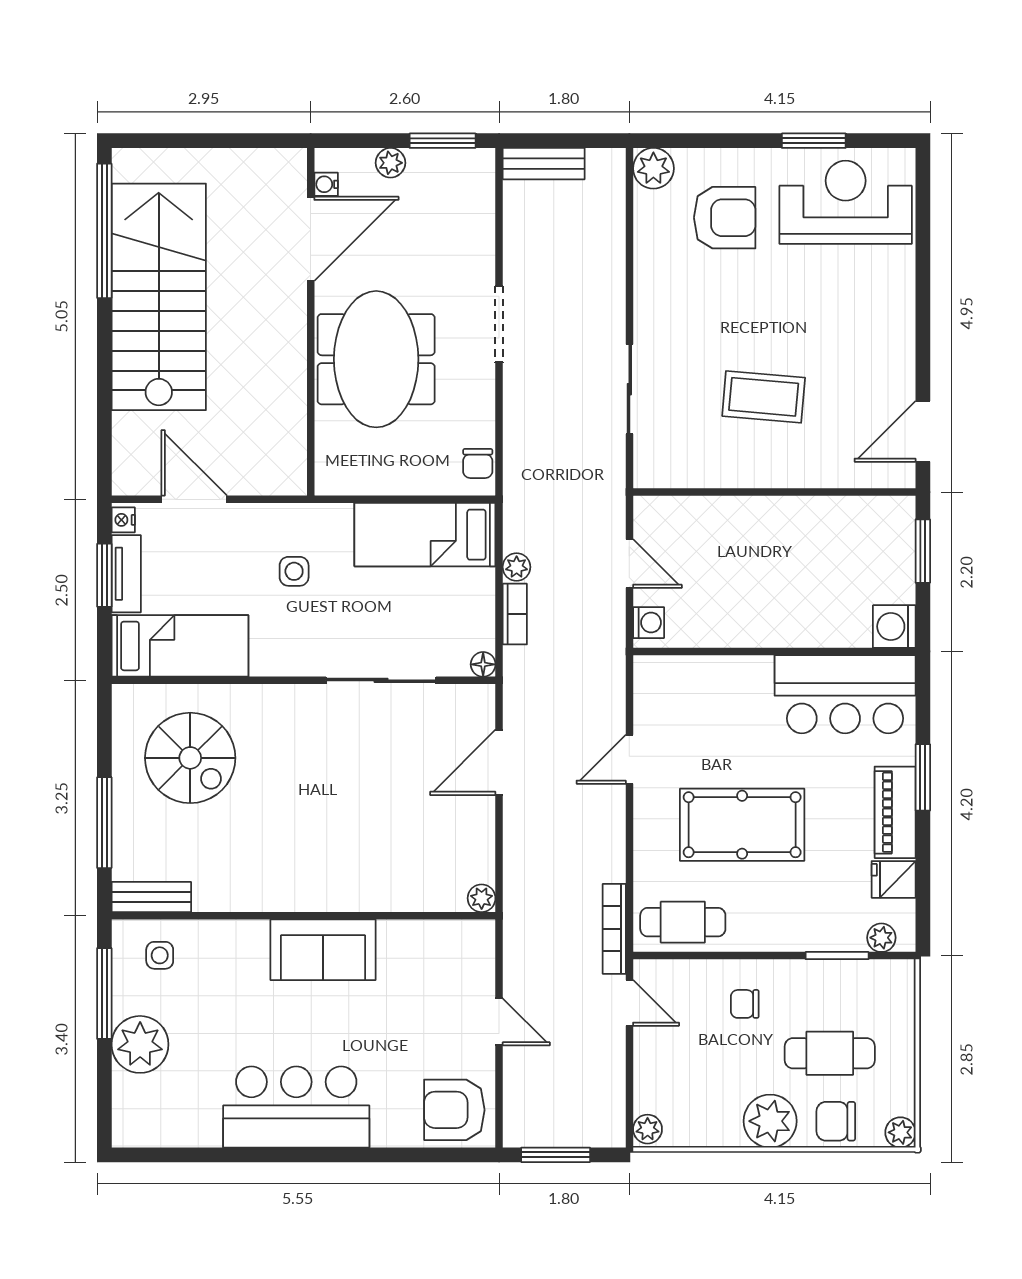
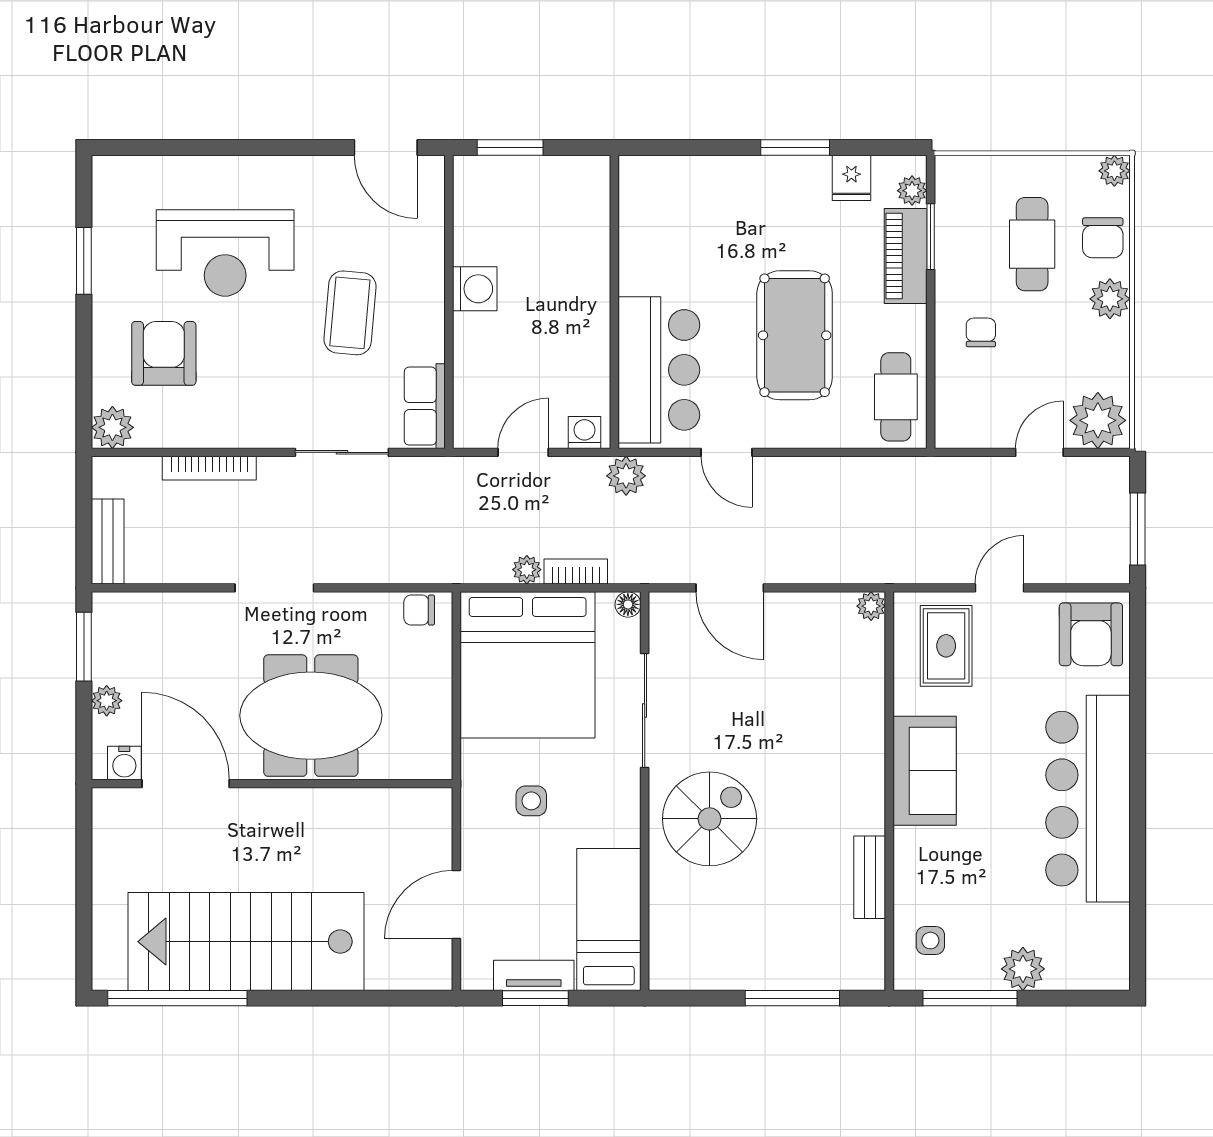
water cooler: (326, 184) -> (124, 763), width x1.38, depth x1.38
reception desk: (846, 202) -> (225, 253), moved, turned -90
chair: (478, 463) -> (419, 610), turned 180
row of seats: (674, 469) -> (425, 406), added
nightstand: (123, 520) -> (478, 978), removed
bed: (425, 535) -> (528, 665), width x2.04
washing machine: (894, 626) -> (475, 289), moved, turned -90
plant: (607, 663) -> (626, 476), added
bar counter: (845, 694) -> (659, 370), moved
spiral stairs: (190, 758) -> (710, 819), moved
window: (923, 777) -> (795, 147), moved
piano: (895, 812) -> (906, 256), moved, turned 90
bench: (151, 897) -> (870, 877), moved
bookcase: (614, 929) -> (209, 468), moved
rug: (443, 970) -> (946, 646), added
door: (629, 1003) -> (1039, 452), moved
chair: (745, 1004) -> (981, 332), turned 180
plant: (140, 1044) -> (1023, 969), width x0.73, depth x0.73
bar counter: (296, 1107) -> (1088, 799), width x1.36
plant: (770, 1121) -> (1110, 299), width x0.73, depth x0.73
plant: (648, 1129) -> (1098, 420), width x1.87, depth x1.87

